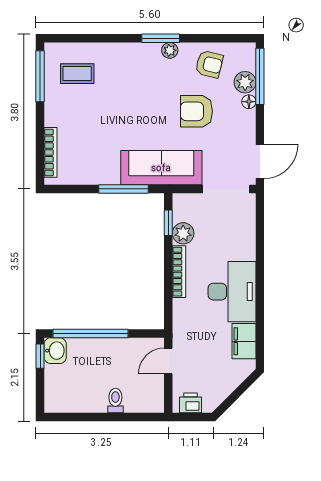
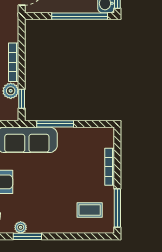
bookcase: (51, 152) -> (110, 167), moved

